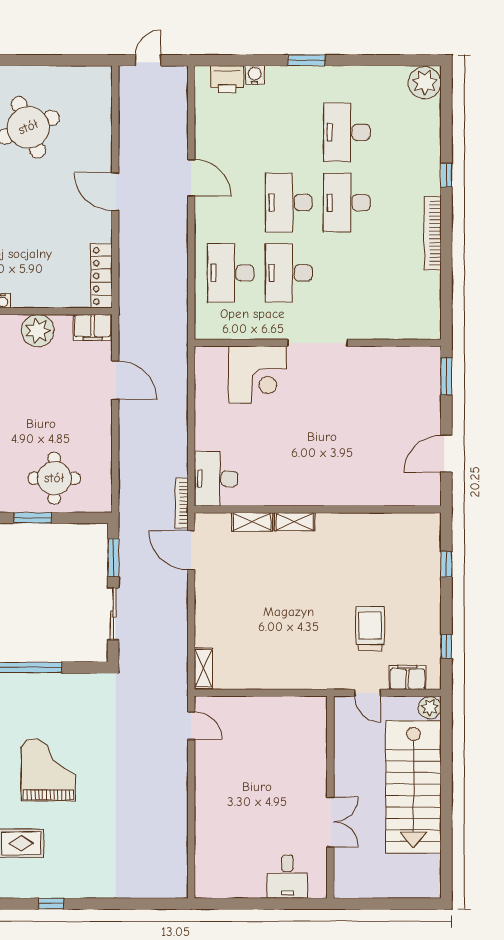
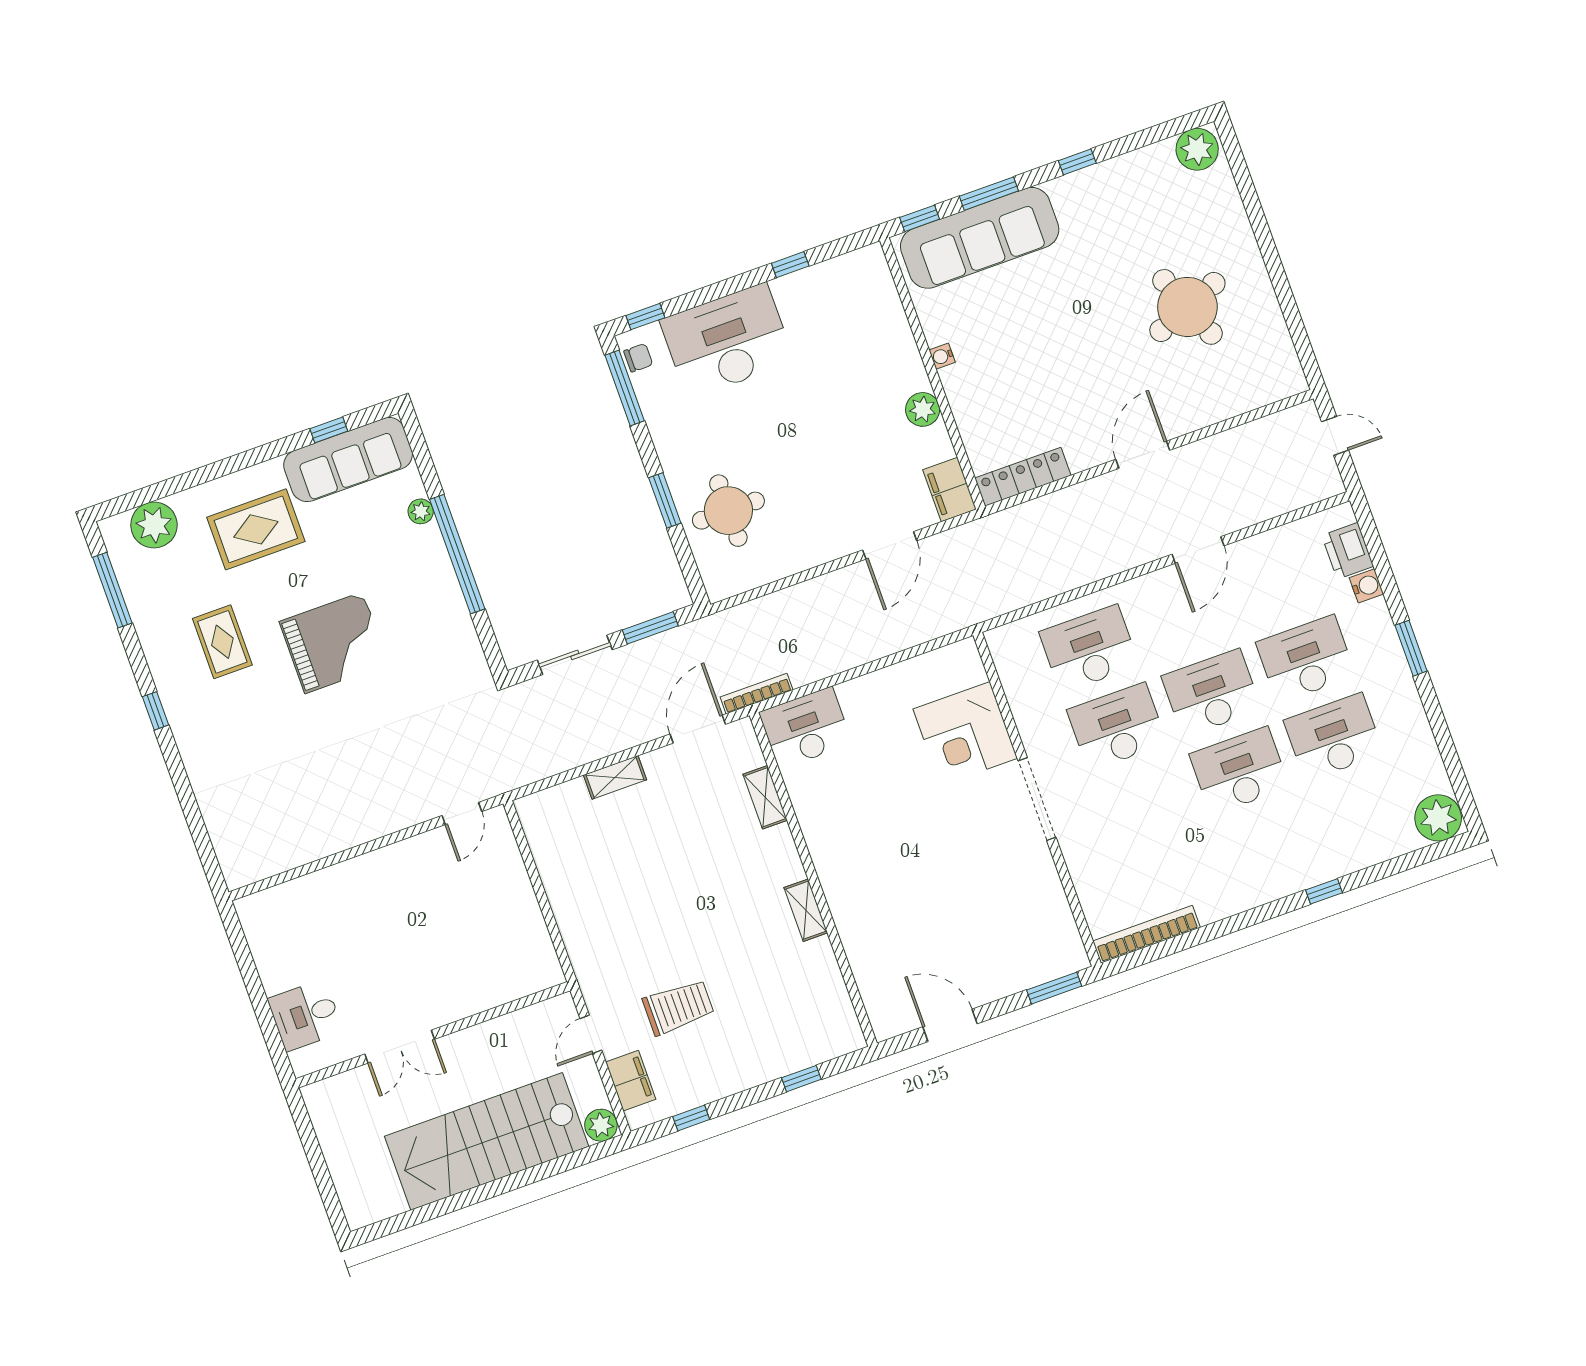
desk: (289, 132) -> (1306, 659), added
bookcase: (433, 233) -> (1146, 934), moved
plant: (38, 331) -> (923, 409), width x0.73, depth x0.73
shelving: (294, 522) -> (806, 910), moved
shelving: (204, 668) -> (615, 777), moved

